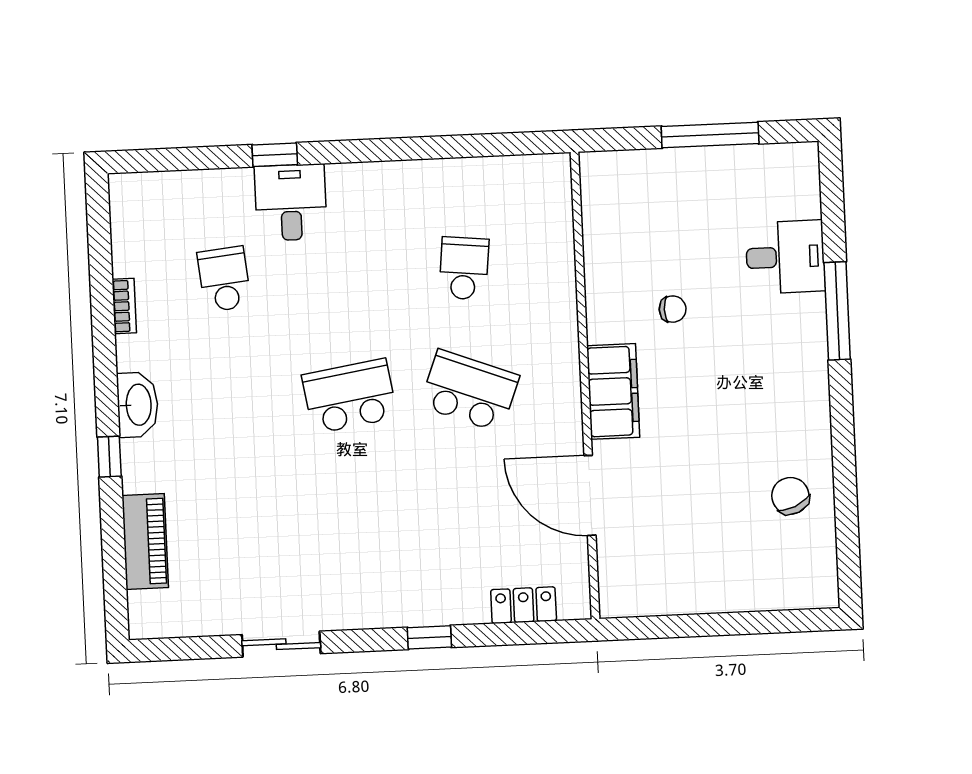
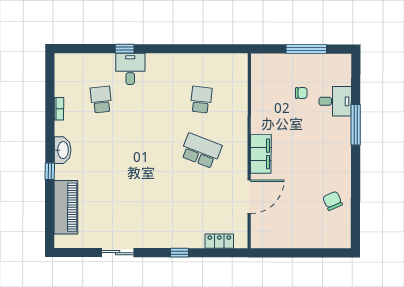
chair: (673, 309) -> (301, 93), moved
school desk: (350, 396) -> (151, 151), removed
door: (590, 495) -> (249, 197), swing flipped
piano: (145, 542) -> (66, 207), width x1.37, depth x1.33

